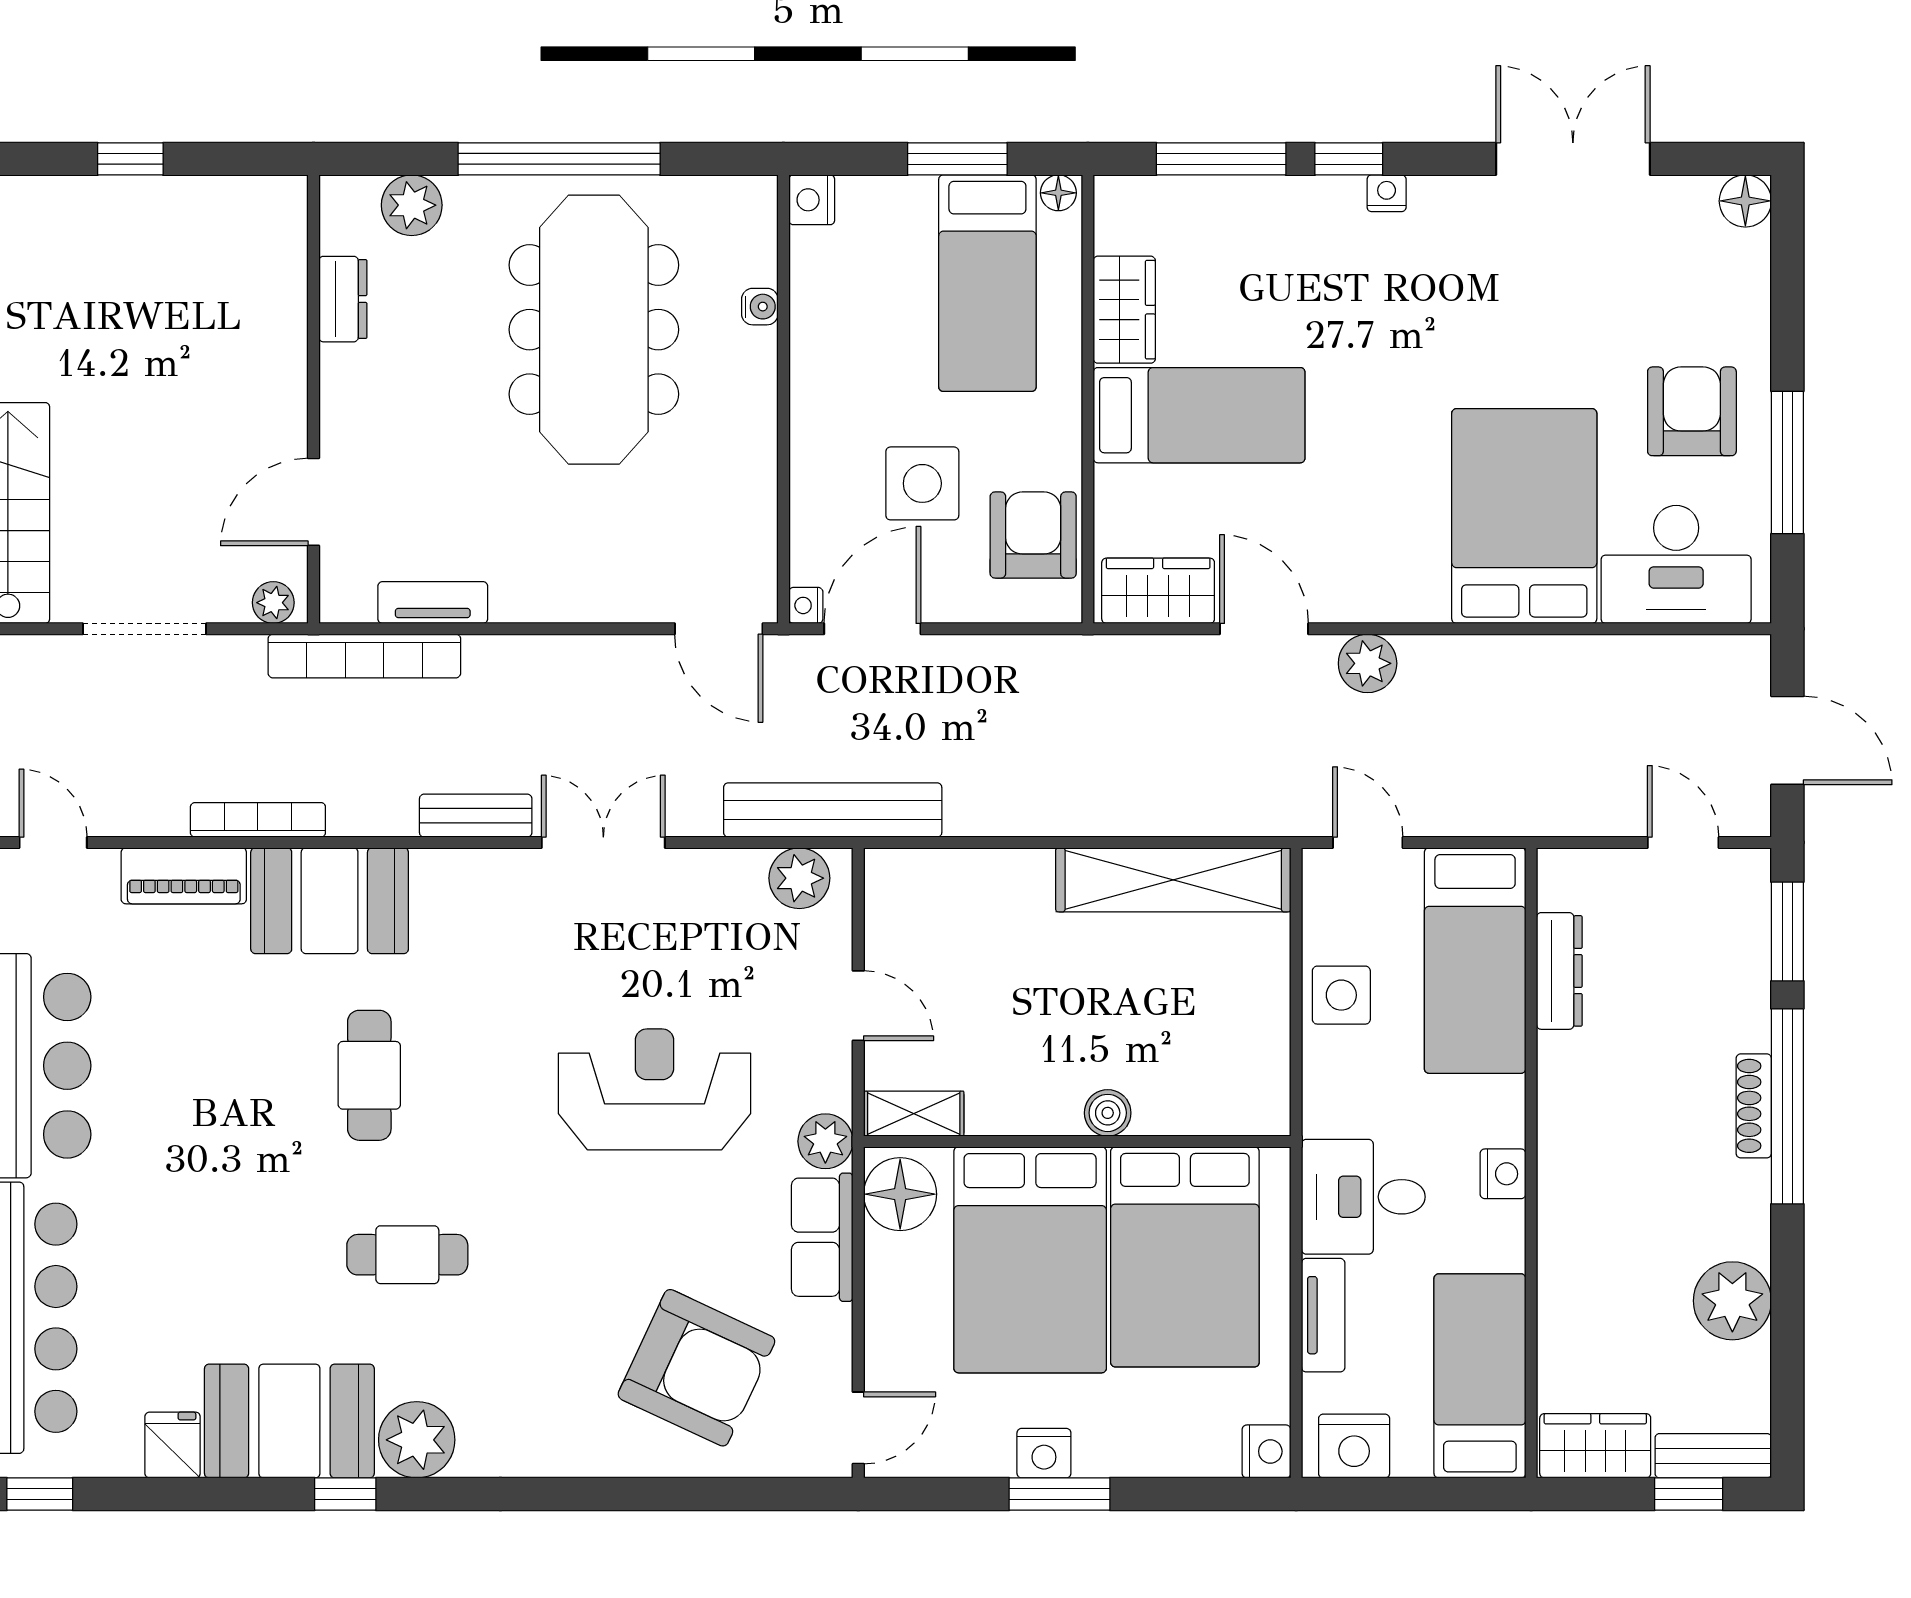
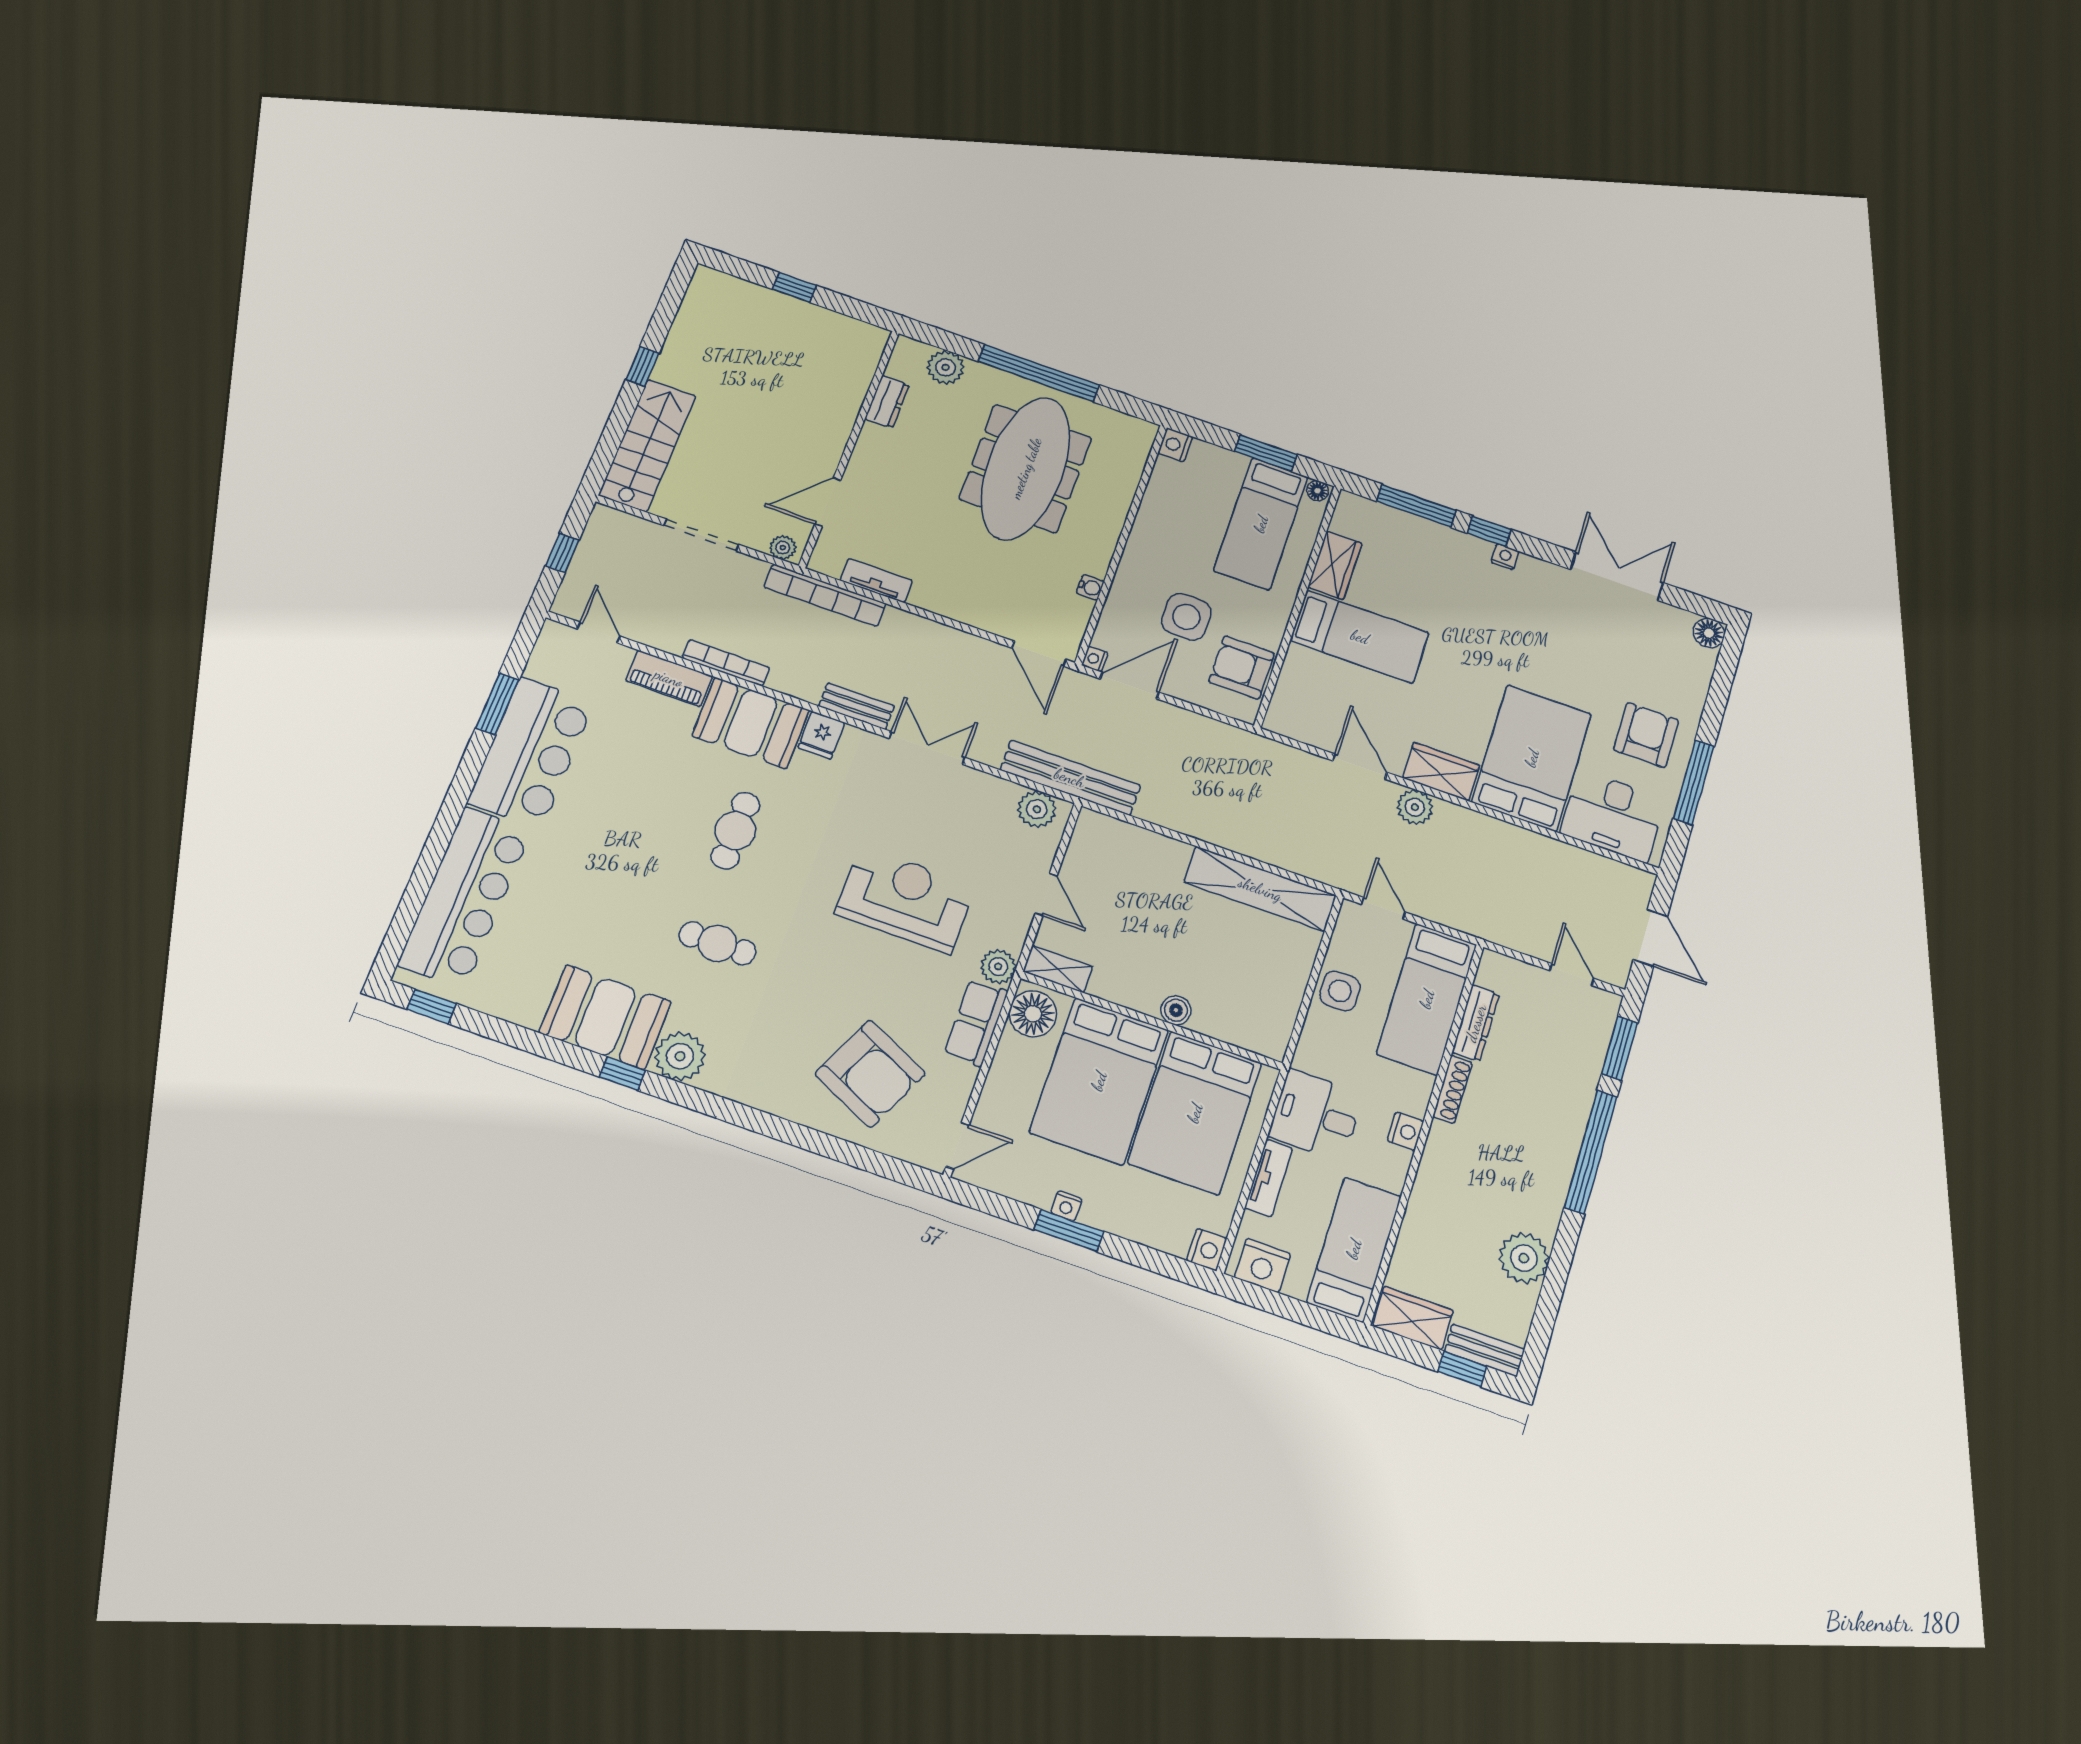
water cooler: (760, 307) -> (1090, 587), moved
armchair: (1033, 535) -> (1241, 667), turned -90
wardrobe: (1158, 591) -> (1441, 772), moved
shoe rack: (1754, 1106) -> (1452, 1089), moved, turned 180
fridge: (173, 1445) -> (821, 735), moved, turned 180
nightstand: (1044, 1453) -> (1066, 1206), width x0.72, depth x0.74

